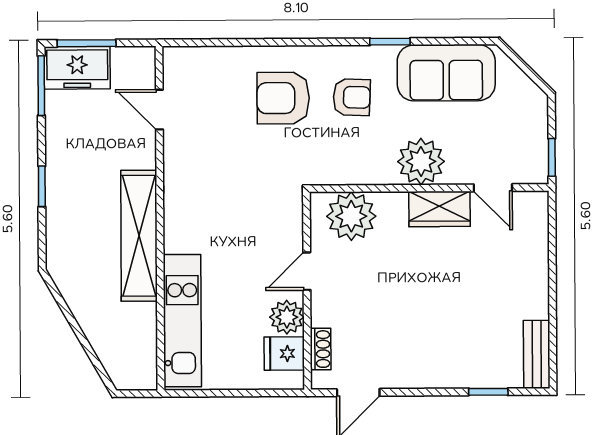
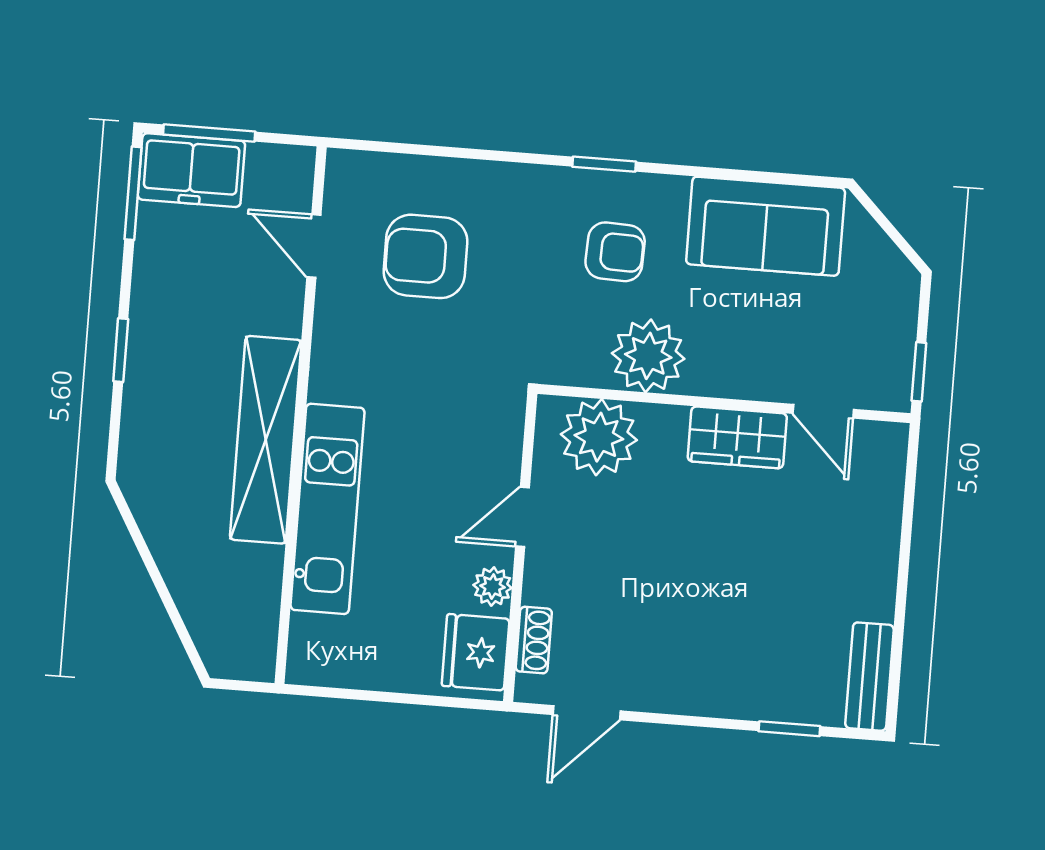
window: (390, 42) -> (604, 164), moved
armchair: (283, 98) -> (425, 256), moved
plant: (421, 162) -> (648, 356), moved
plant: (287, 317) -> (493, 587), width x0.73, depth x0.73
kitchen unit: (182, 321) -> (327, 509), moved
fridge: (284, 354) -> (476, 652), width x1.38

